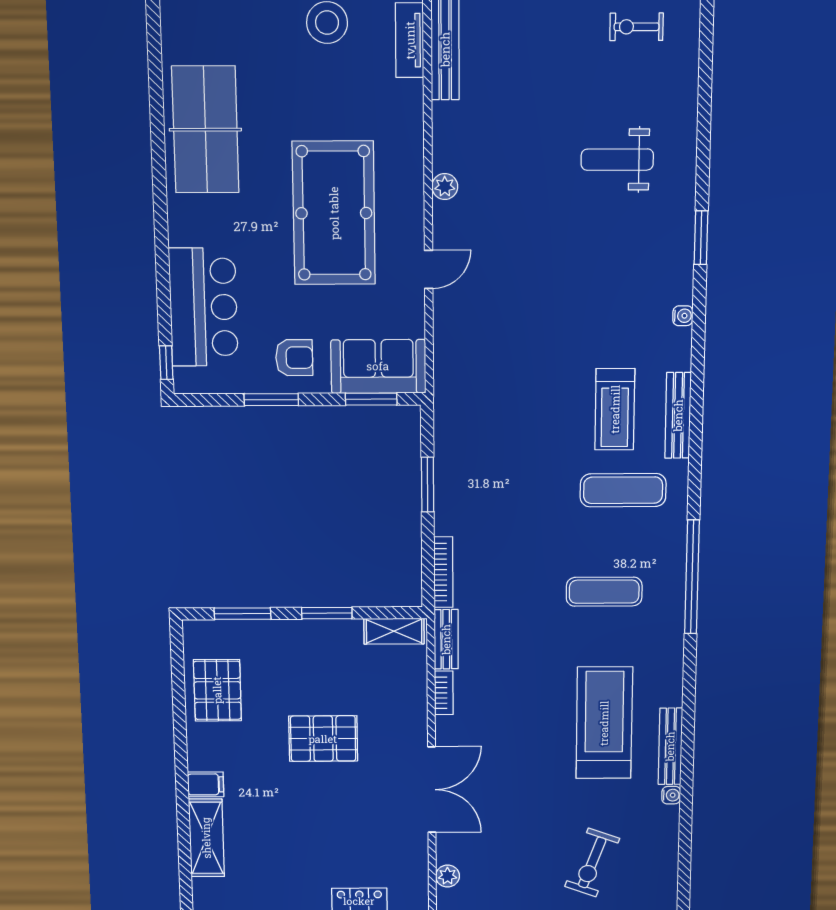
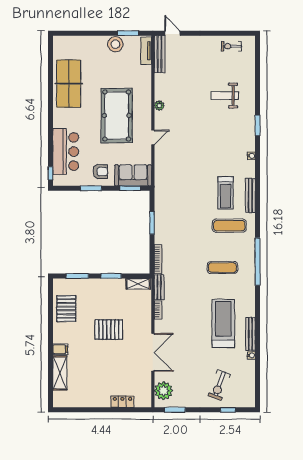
plant: (448, 876) -> (164, 391), width x1.88, depth x1.88

